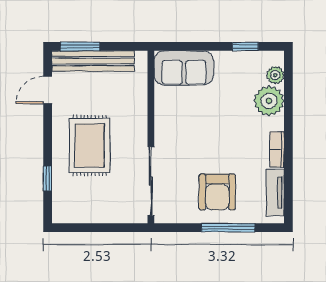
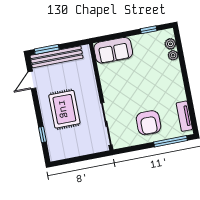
plant: (269, 101) -> (173, 55), width x0.53, depth x0.53
bookcase: (277, 149) -> (180, 89), removed
window: (228, 228) -> (170, 141), moved

